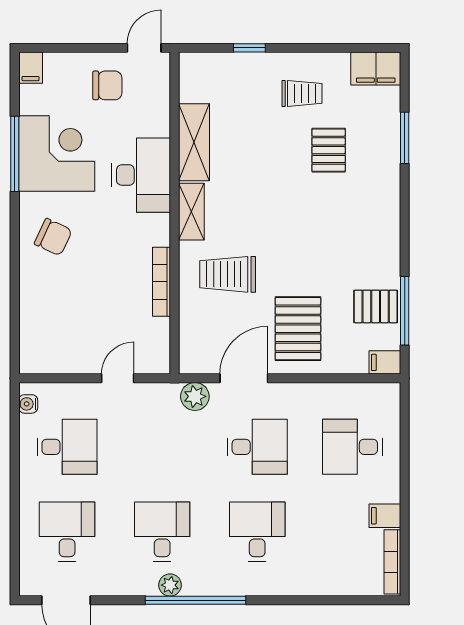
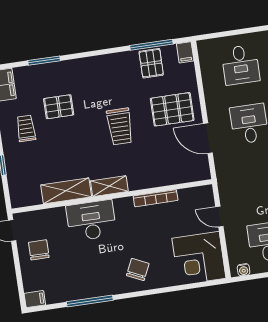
corner desk: (57, 153) -> (199, 258), moved, turned -90
trolley: (228, 274) -> (120, 126), moved
plant: (195, 396) -> (224, 167), removed

